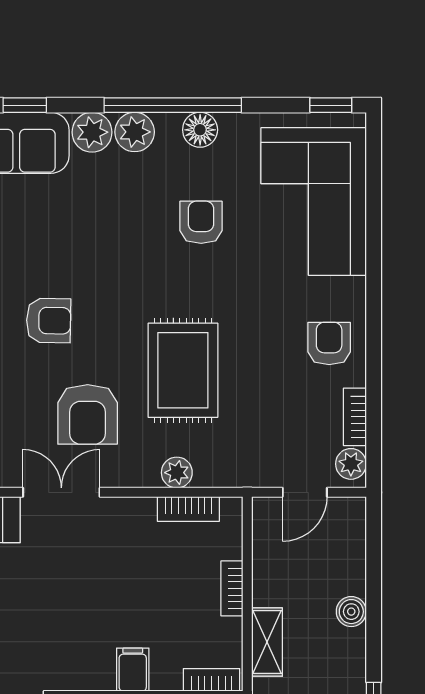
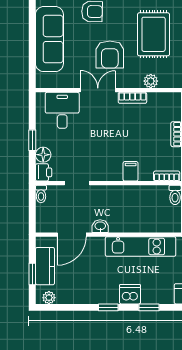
bookcase: (188, 509) -> (132, 98), moved

